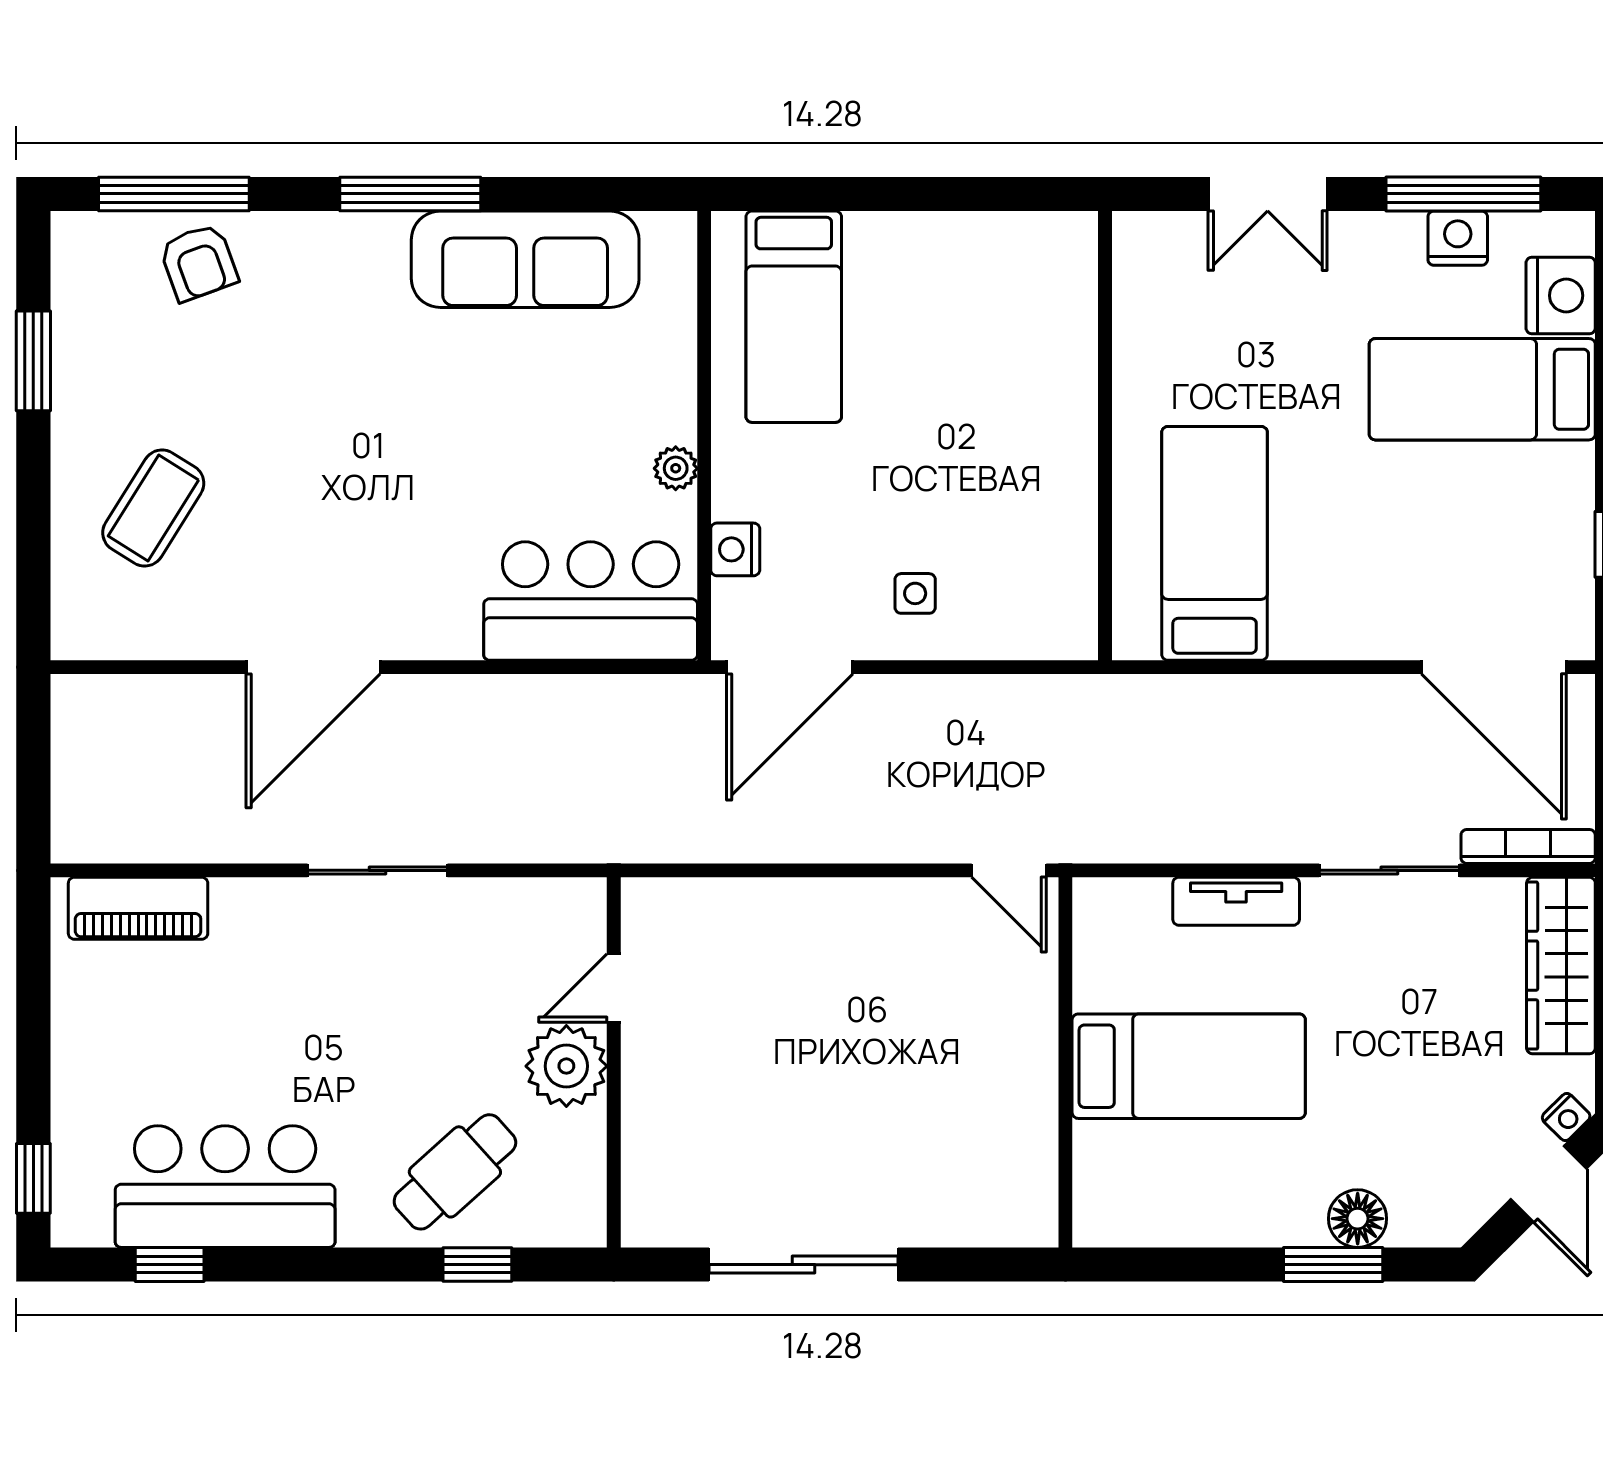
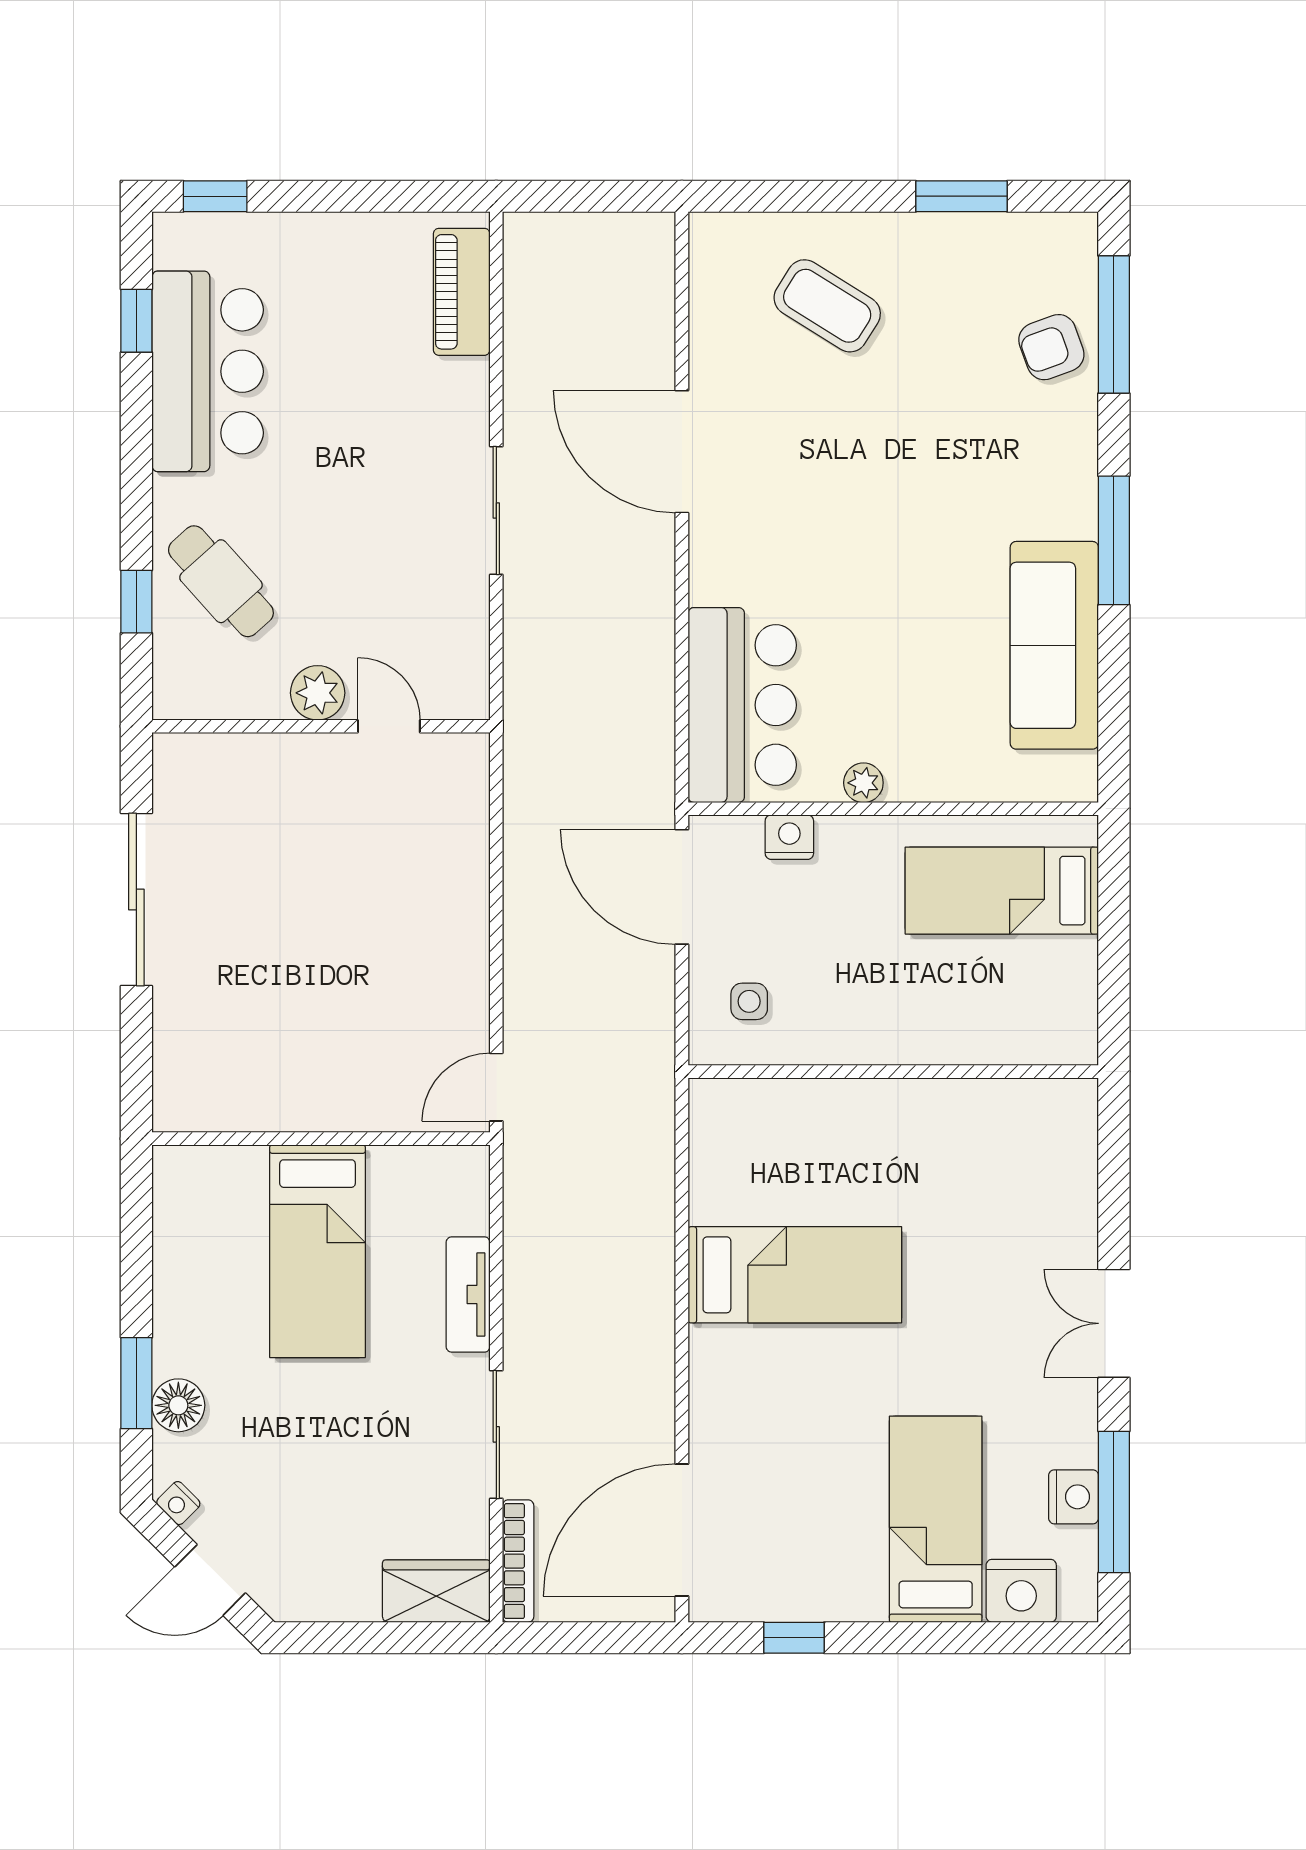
wall: (1105, 436) -> (893, 1072), moved
wardrobe: (1561, 966) -> (436, 1591), width x0.67
plant: (566, 1066) -> (318, 693), width x0.73, depth x0.73
nightstand: (1566, 1117) -> (178, 1503), moved

